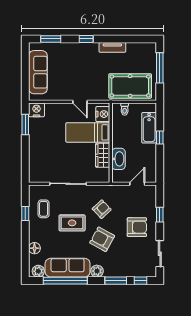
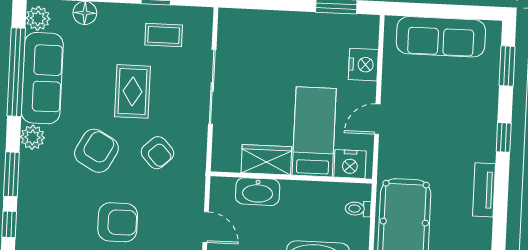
nightstand: (37, 110) -> (363, 65), moved
armchair: (137, 227) -> (118, 222), turned -90

